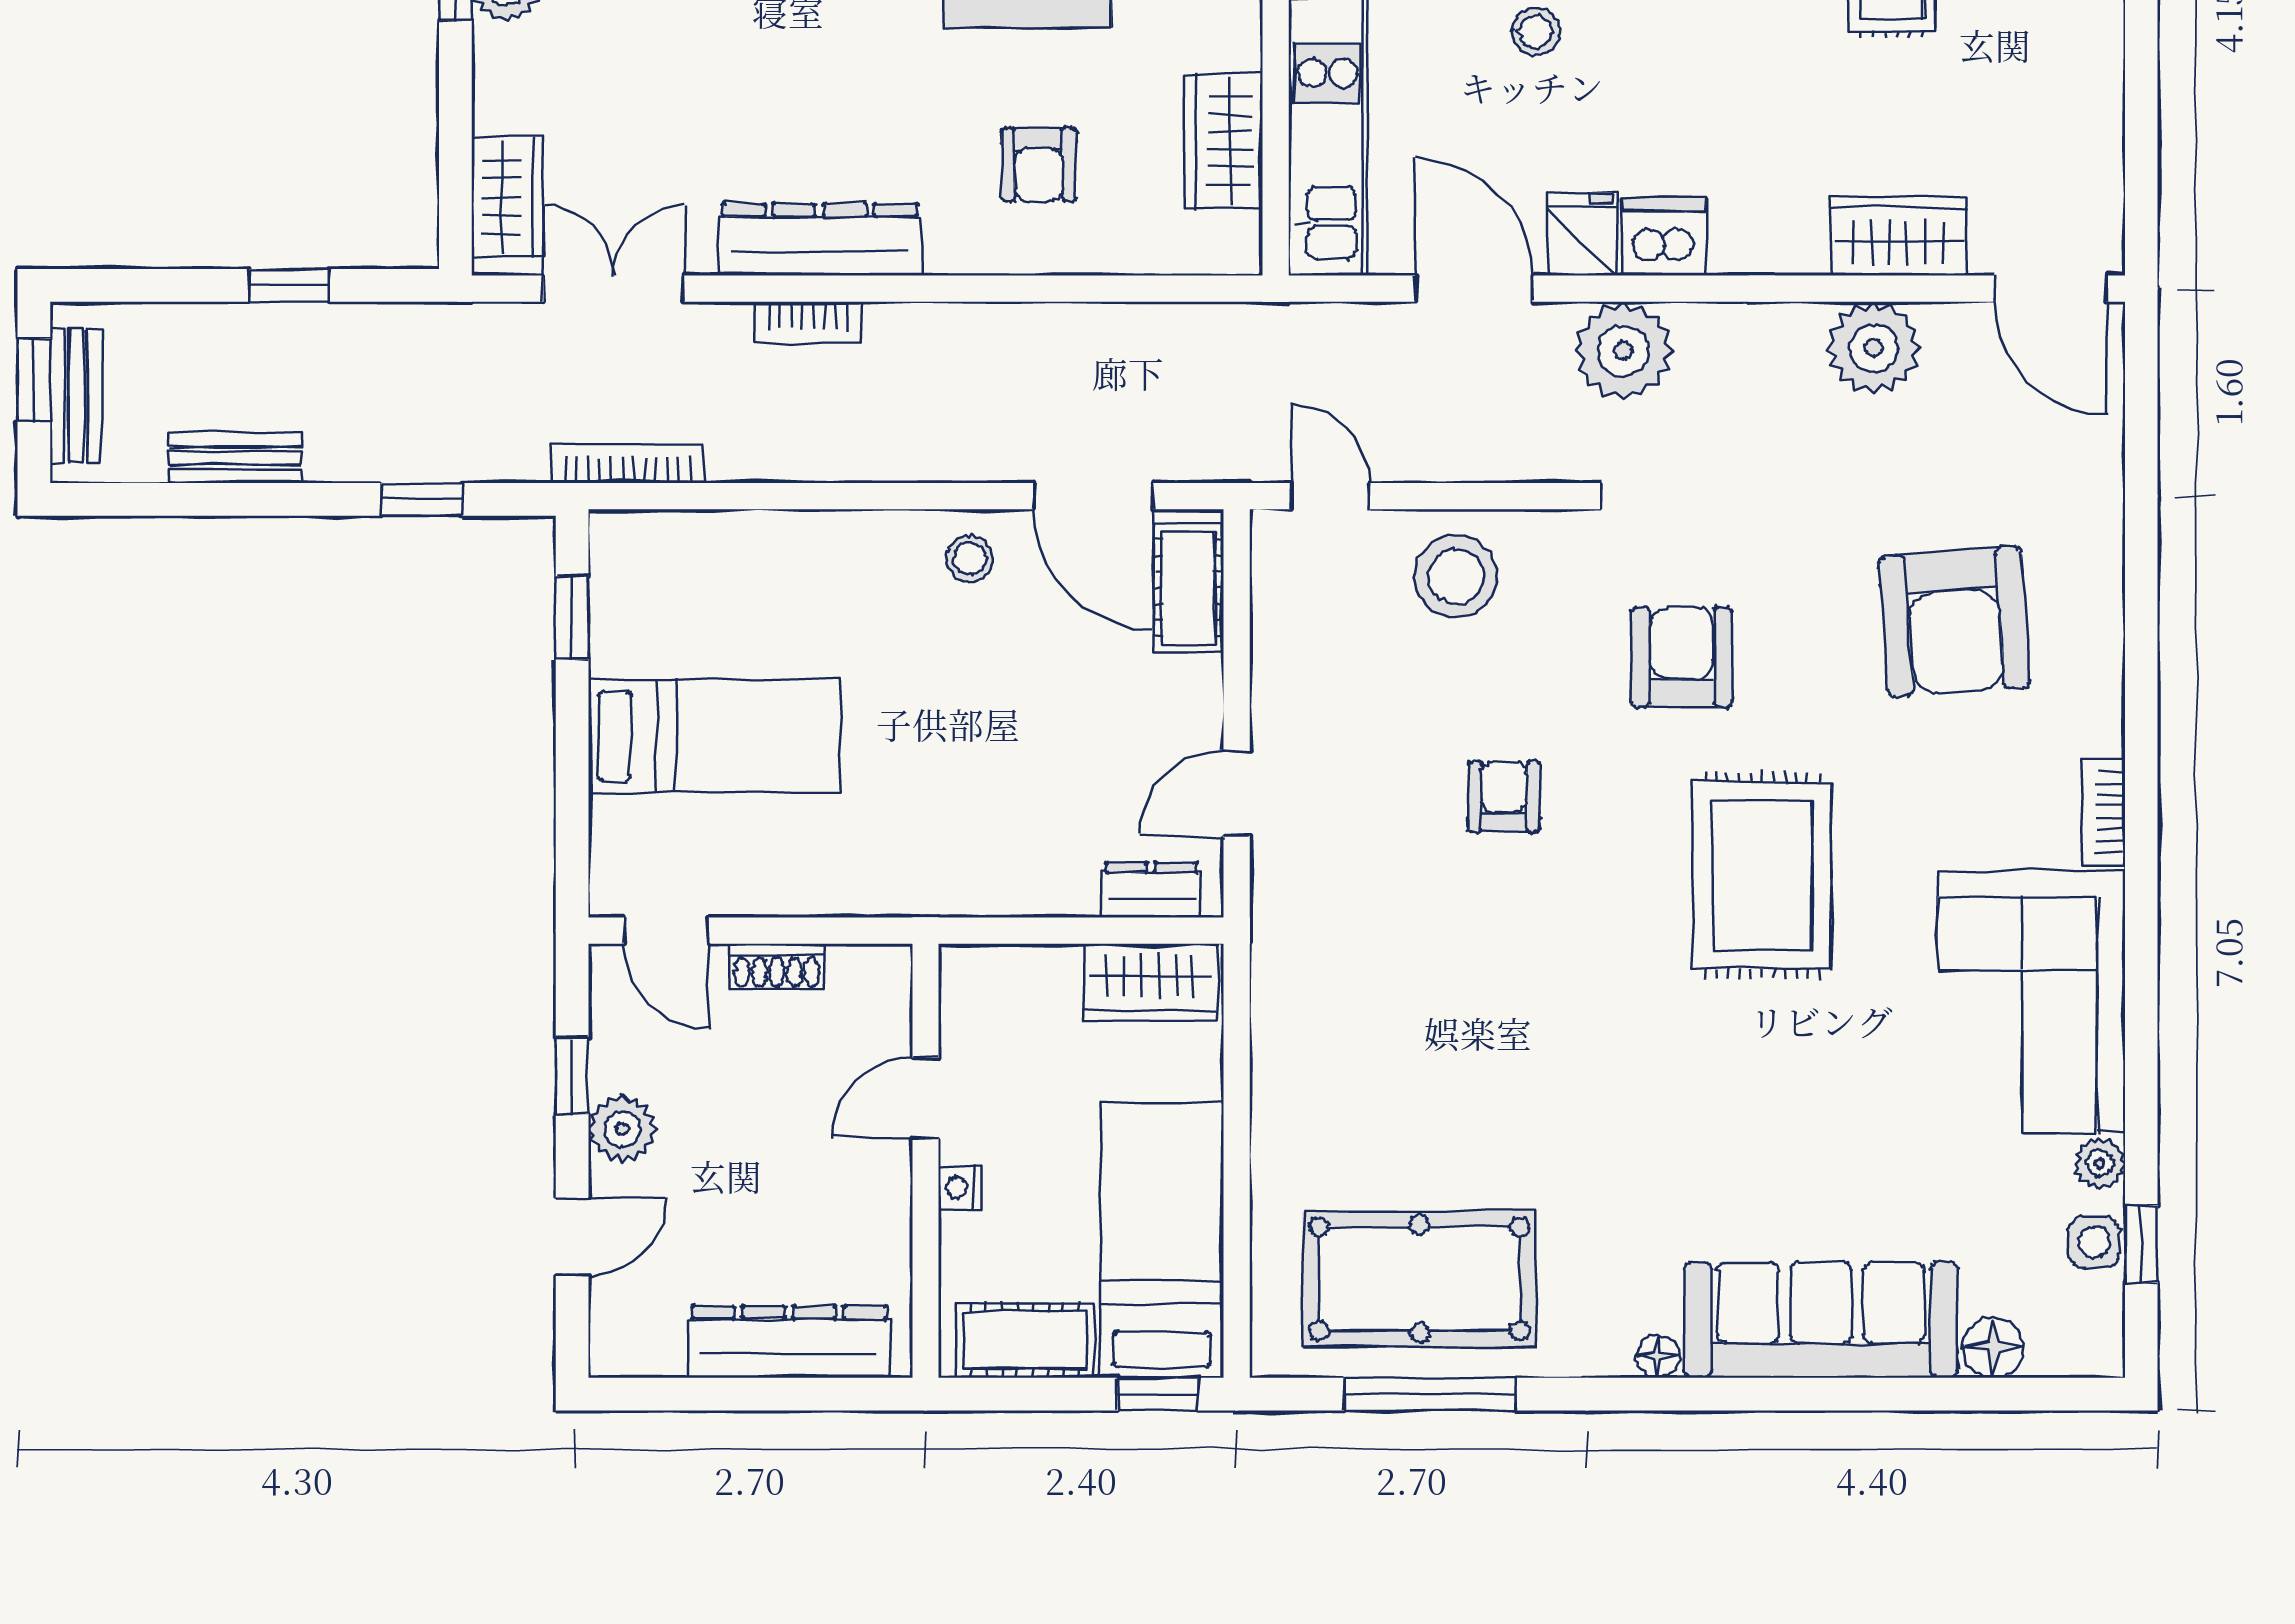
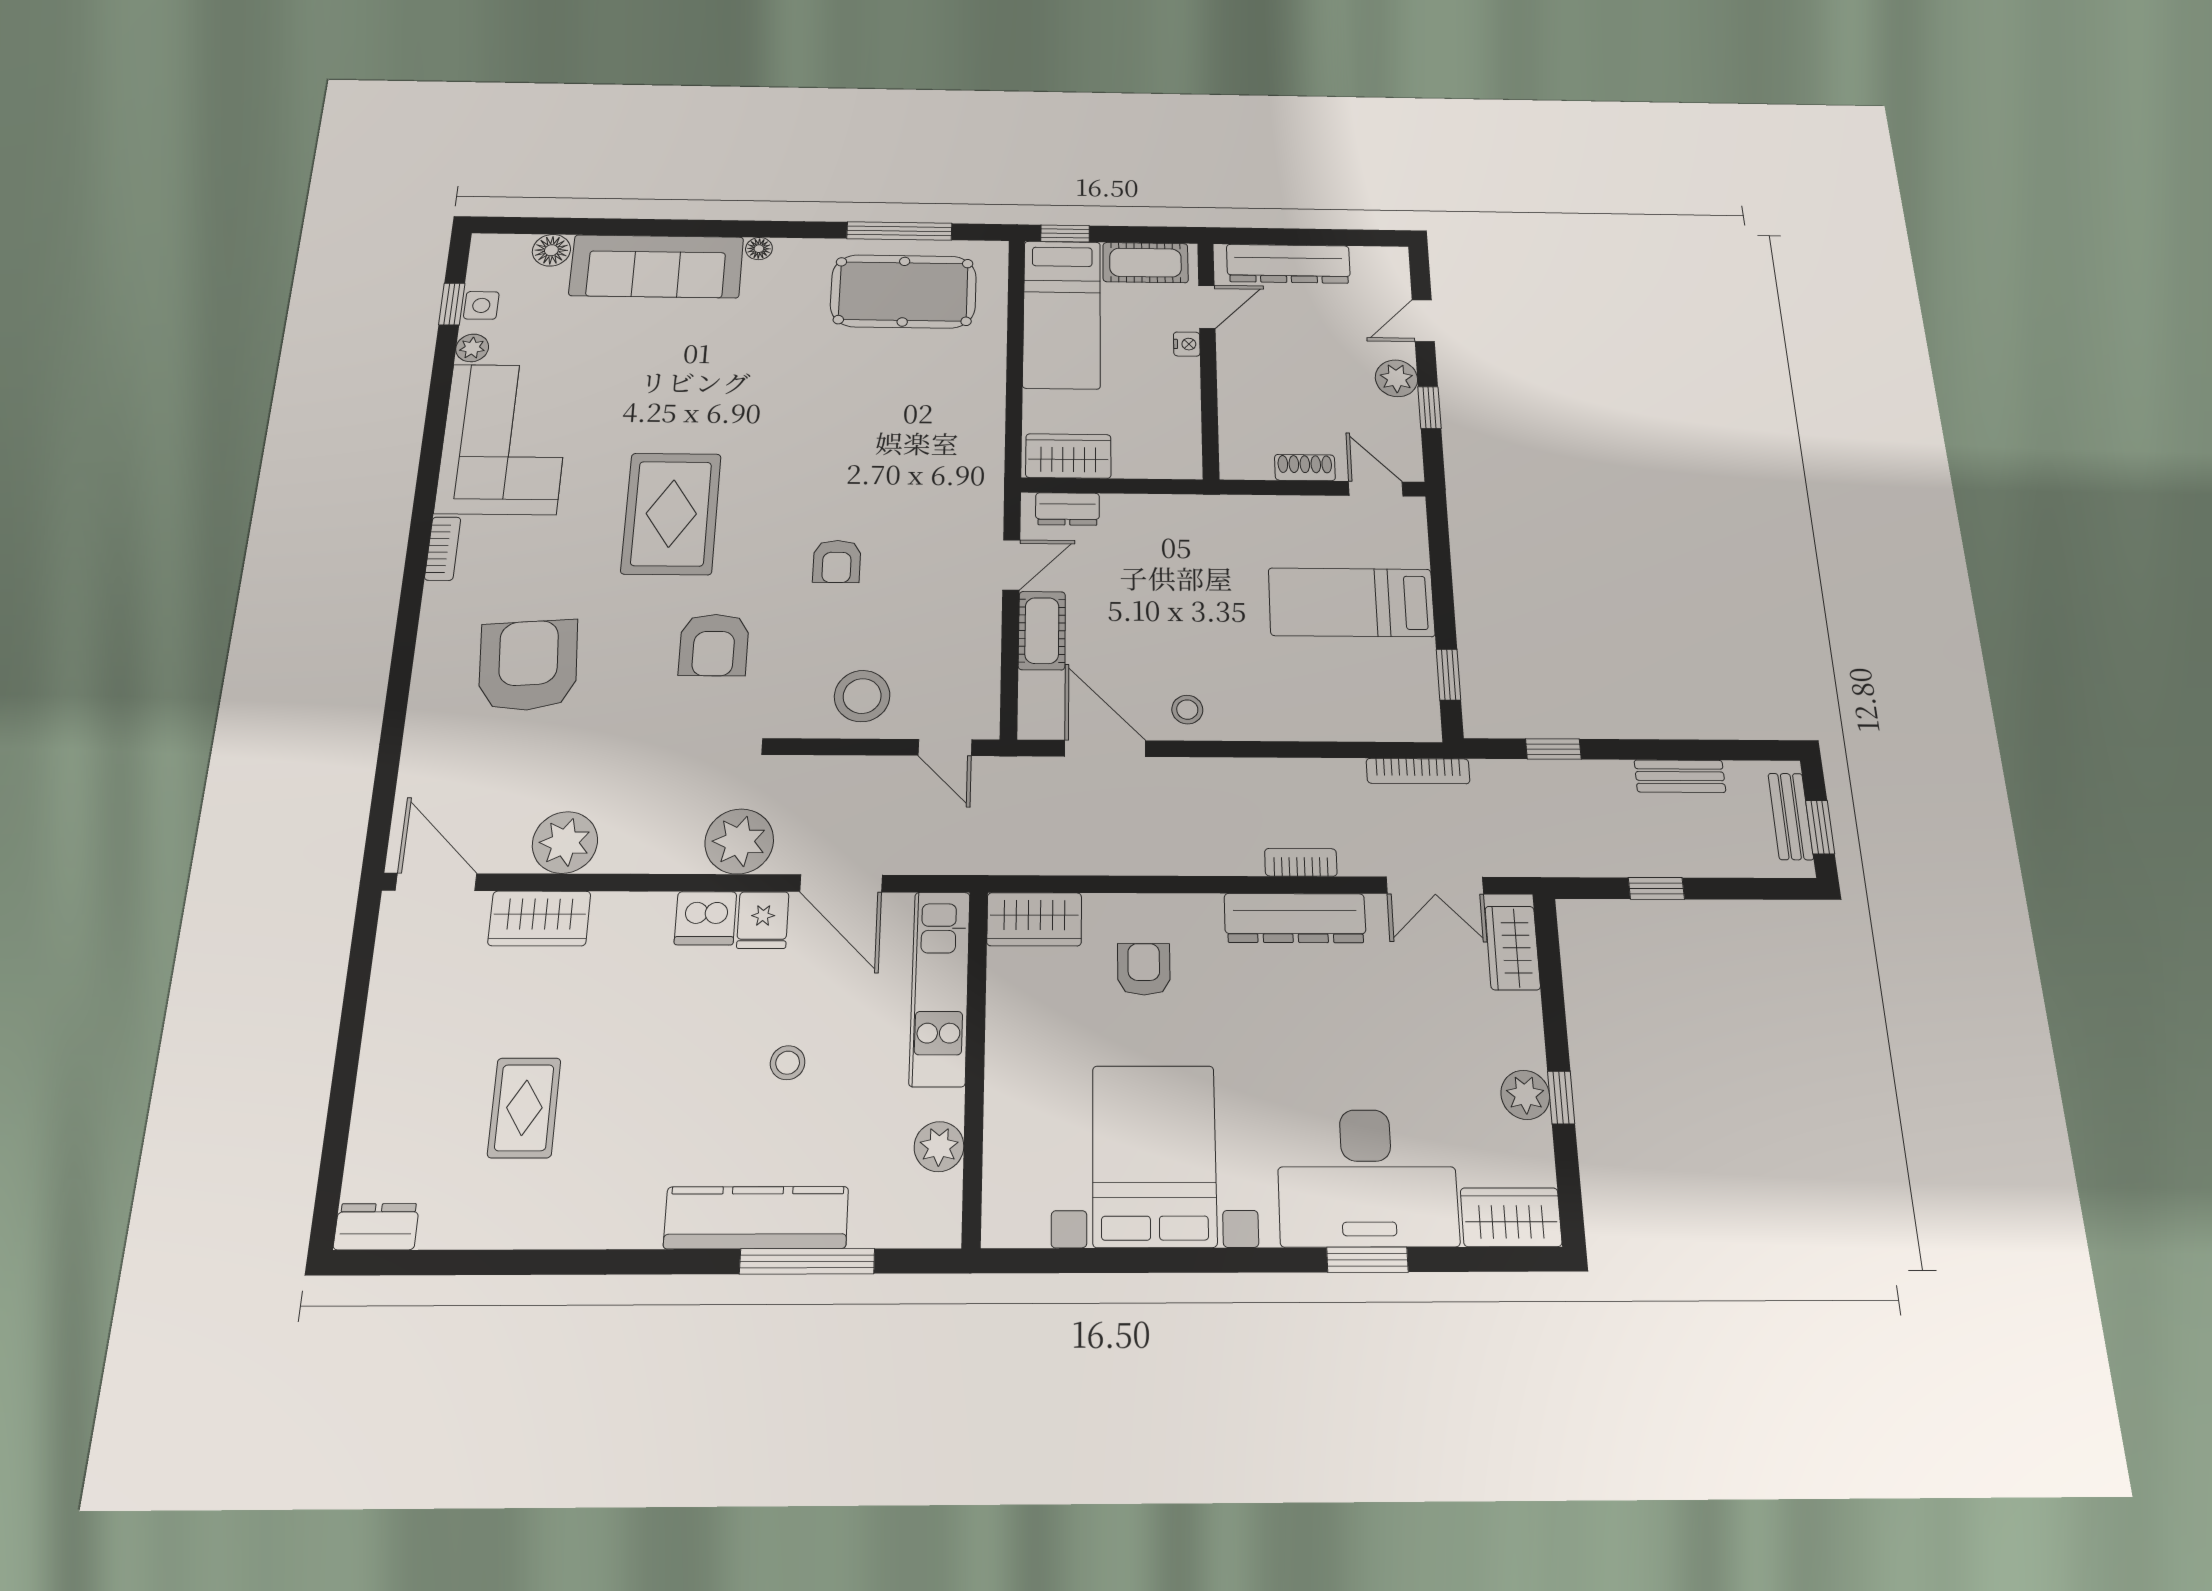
wardrobe: (1224, 141) -> (1034, 919), moved, turned 90
cot: (1189, 588) -> (1042, 631), moved
door: (925, 1098) -> (1207, 307), moved

